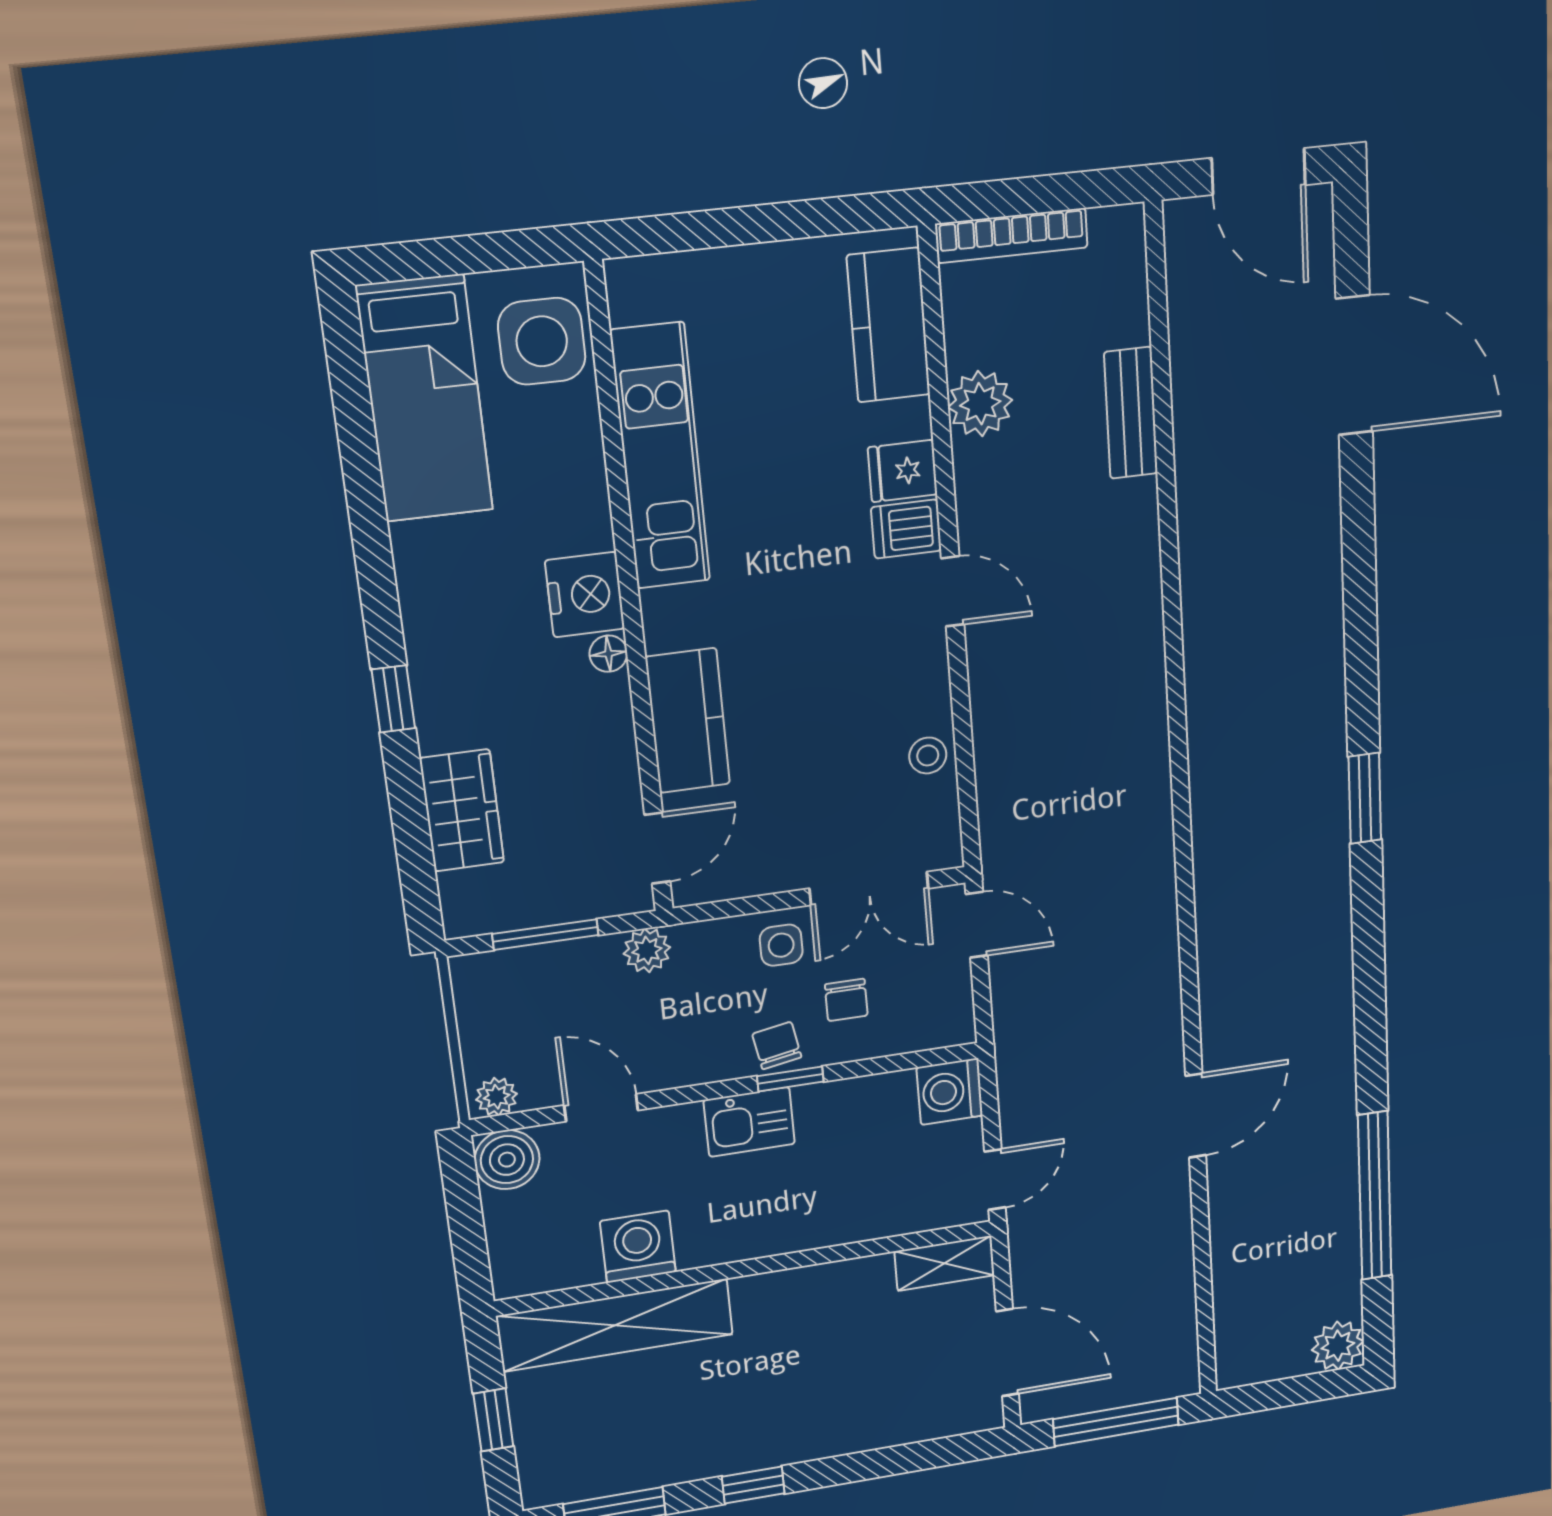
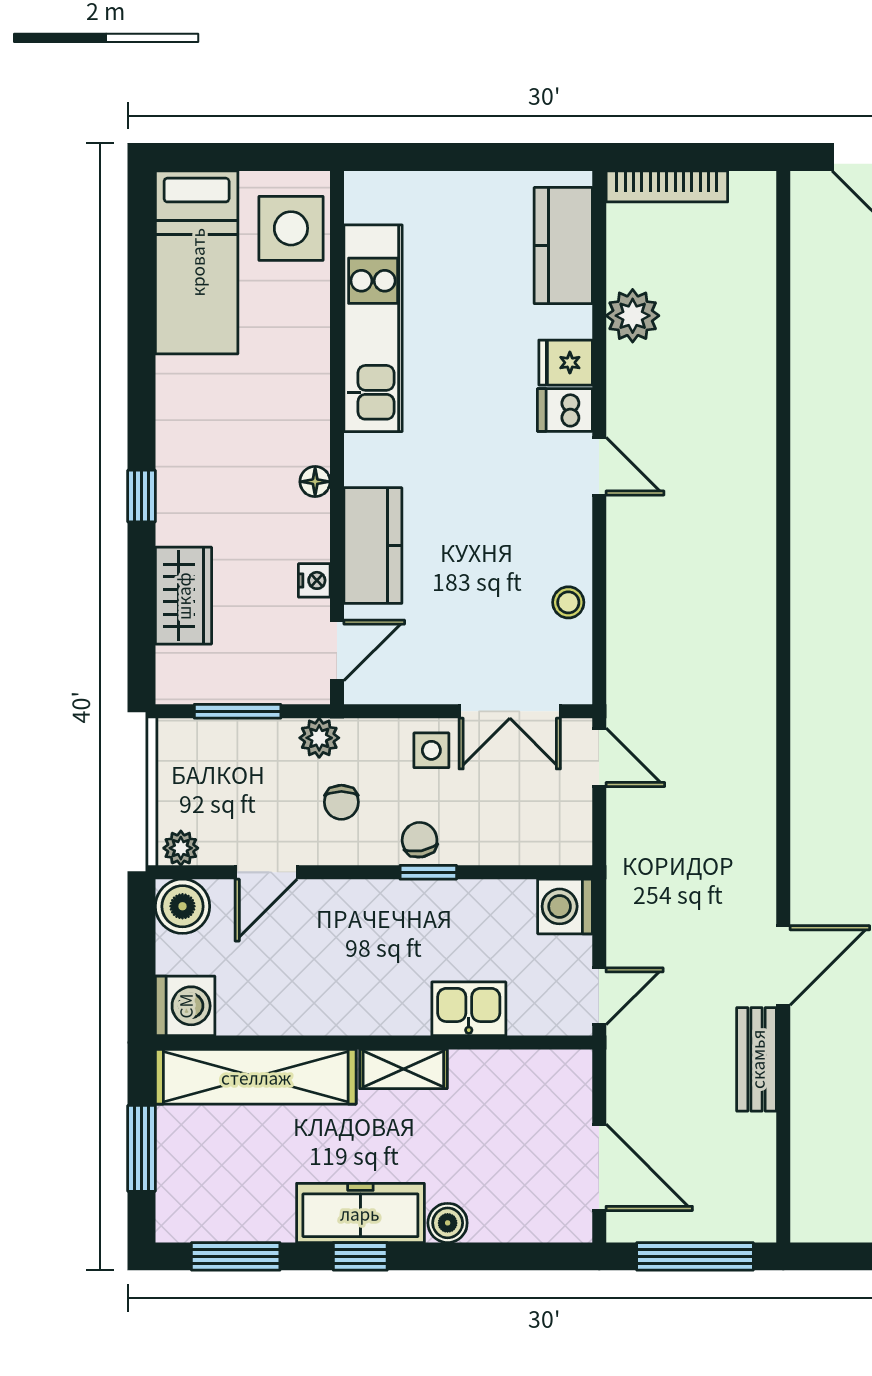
bench: (1131, 413) -> (757, 1059), moved
nightstand: (585, 595) -> (314, 580), moved, width x0.53, depth x0.56
chair: (846, 1000) -> (341, 802), moved
door: (601, 1108) -> (266, 872), swing flipped
kitchen sink: (749, 1122) -> (469, 1009), moved, turned 180
washing machine: (638, 1247) -> (185, 1006), moved, turned 90
shelving: (945, 1263) -> (403, 1069), moved
window: (493, 1420) -> (142, 1148), width x1.50
boiler: (846, 1436) -> (448, 1223), added
freezer: (749, 1442) -> (360, 1213), added

